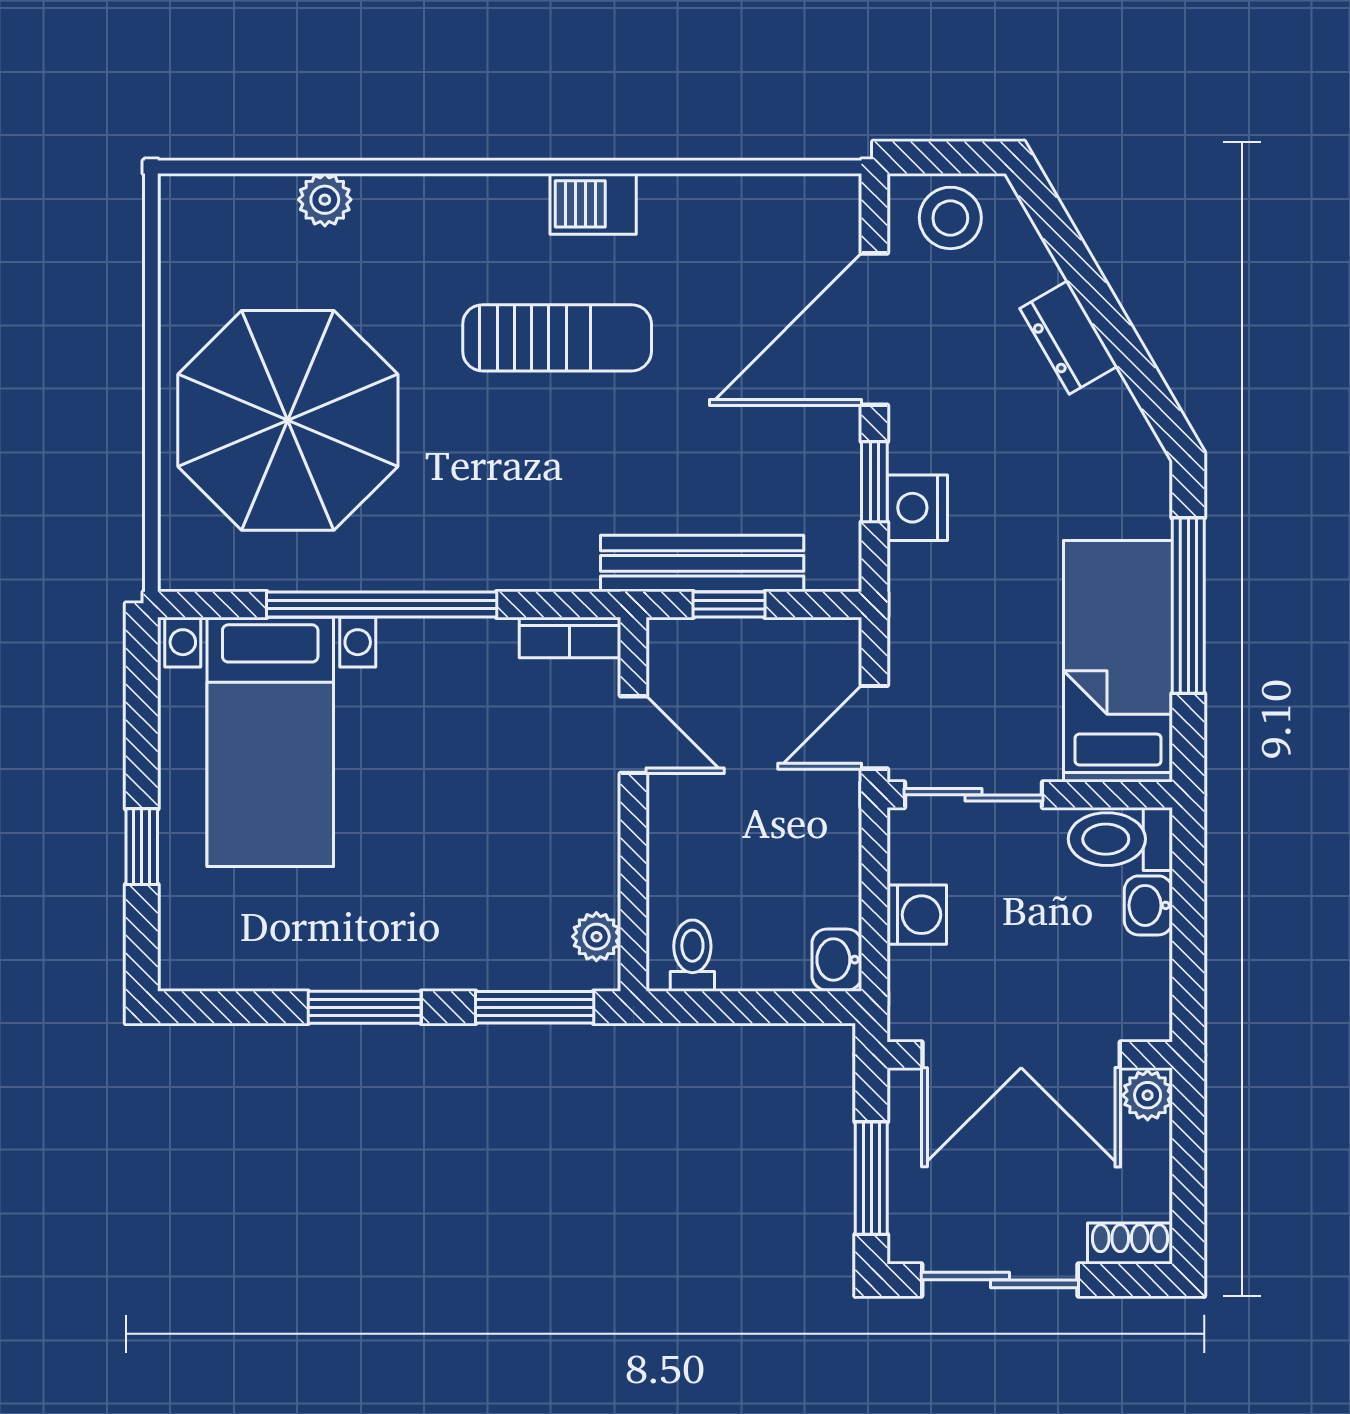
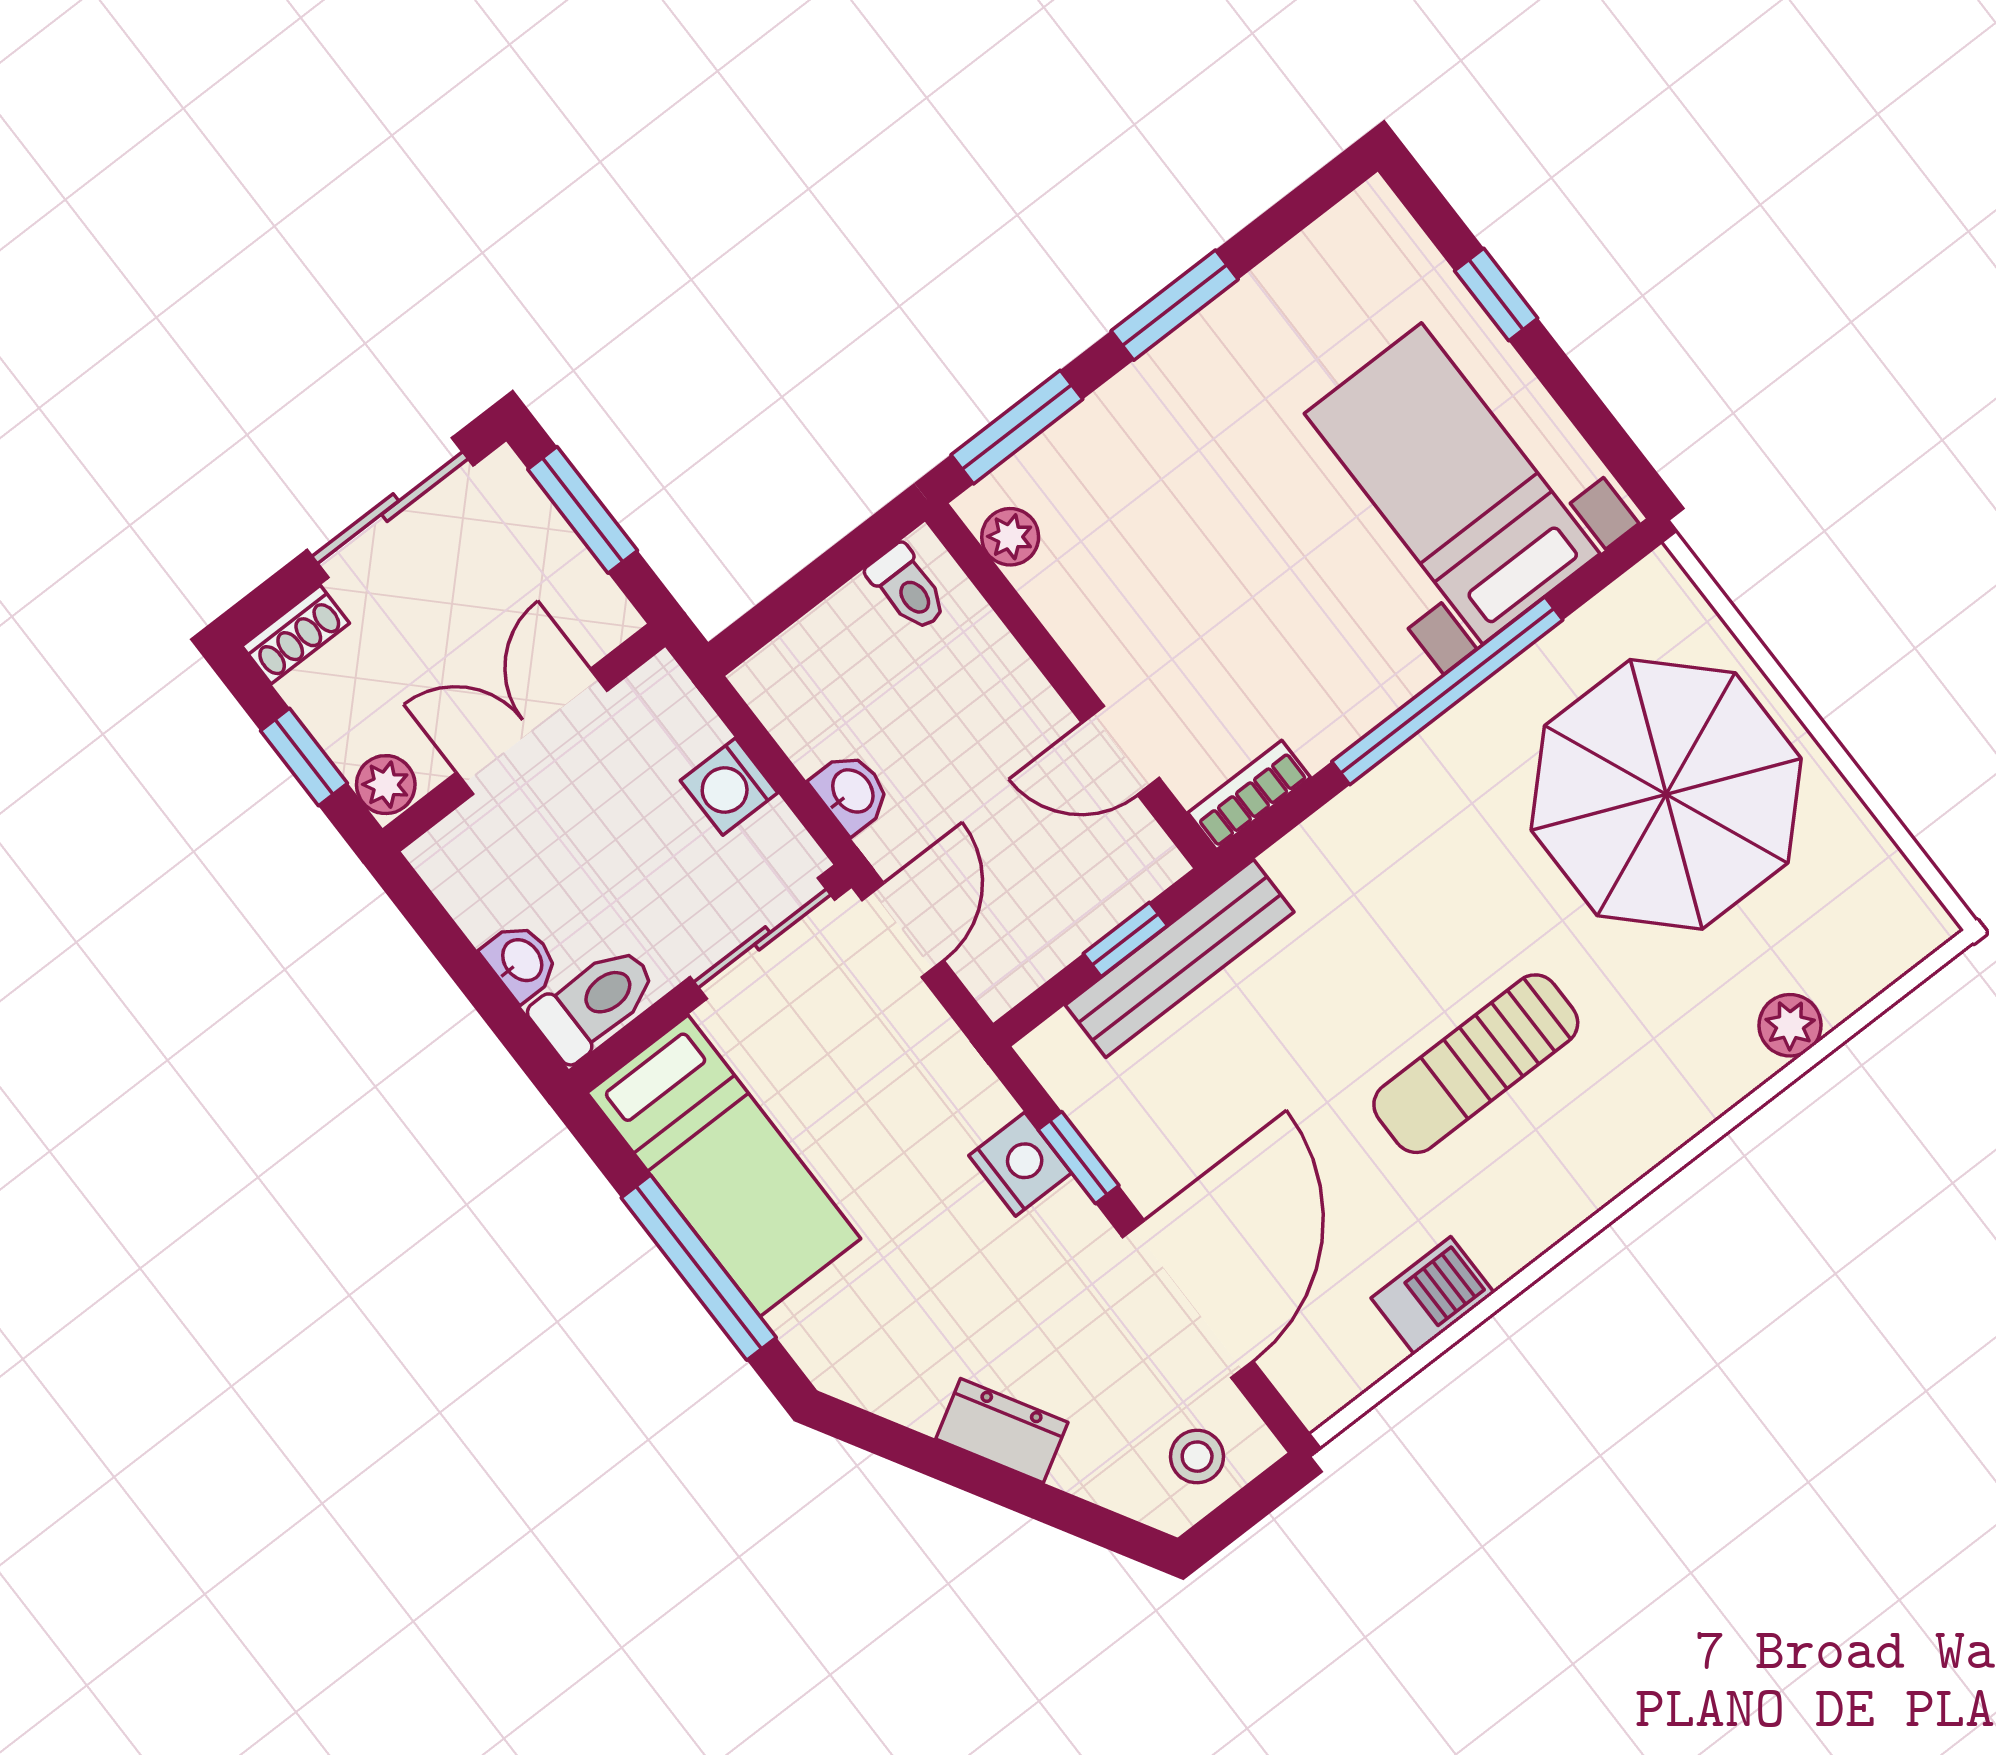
barbecue: (593, 204) -> (1433, 1295), moved
stool: (950, 218) -> (1197, 1457), width x0.73, depth x0.73
washbasin: (837, 960) -> (851, 792), moved
double door: (1021, 1055) -> (532, 732), width x0.73
window: (1188, 1157) -> (304, 757), added

